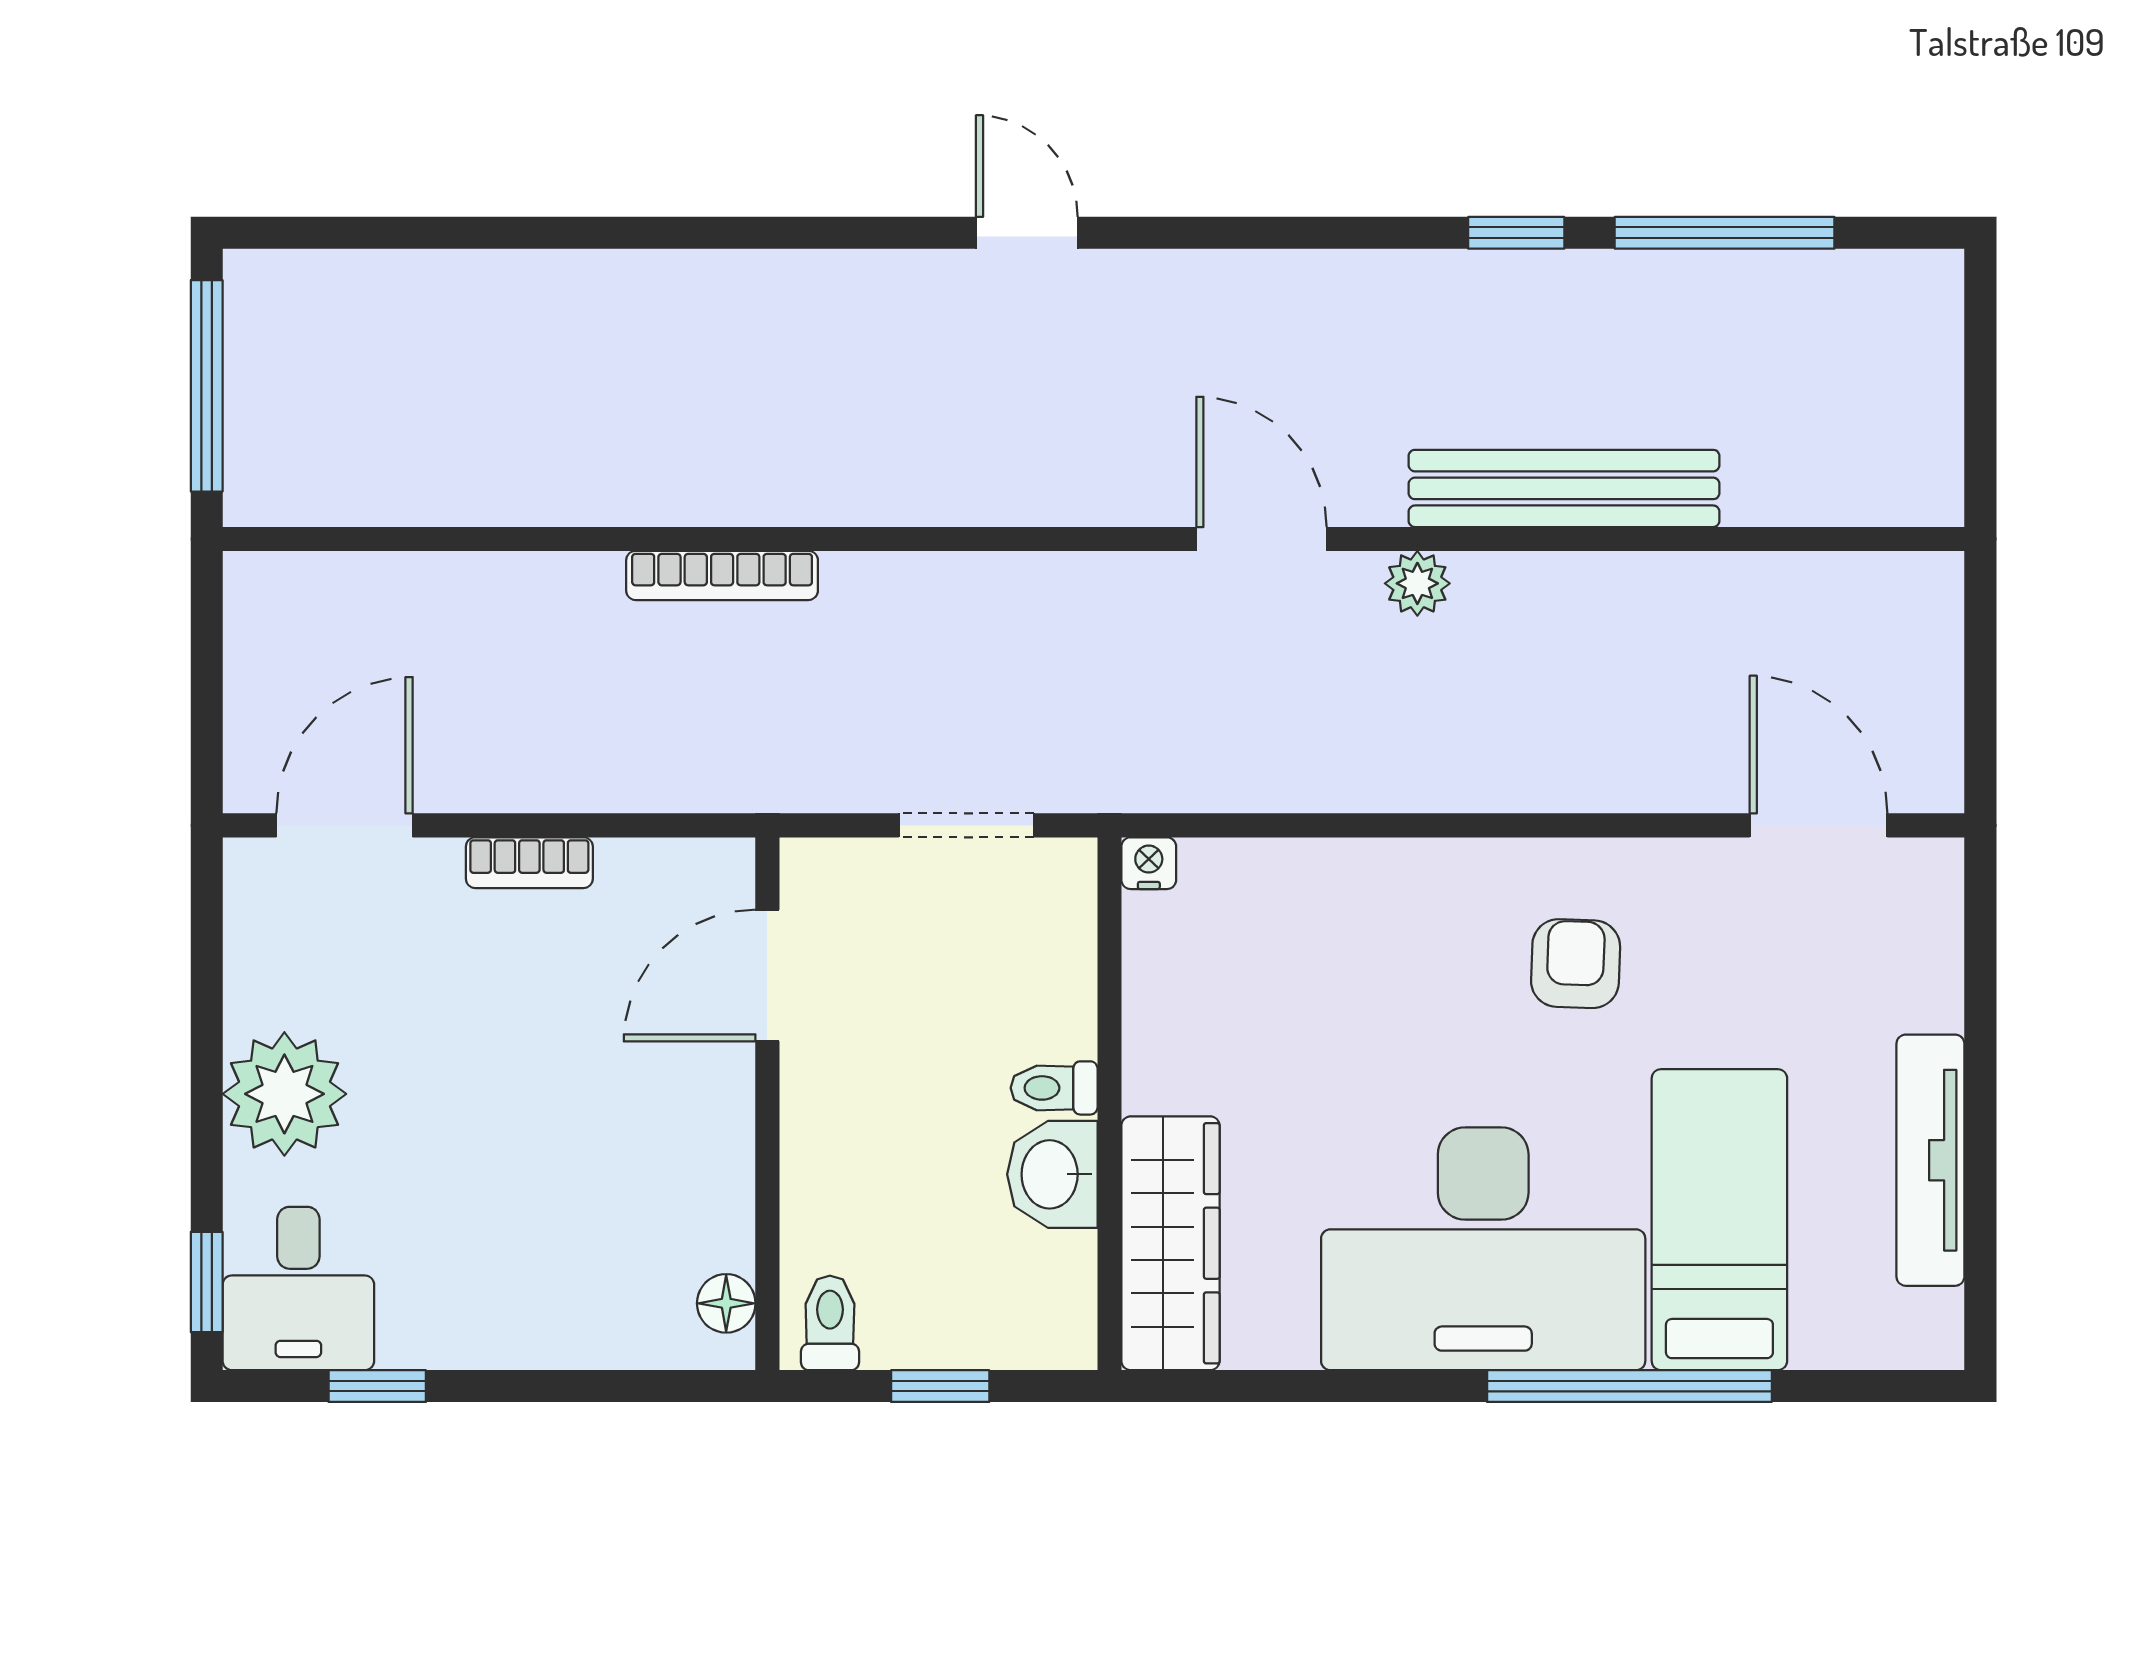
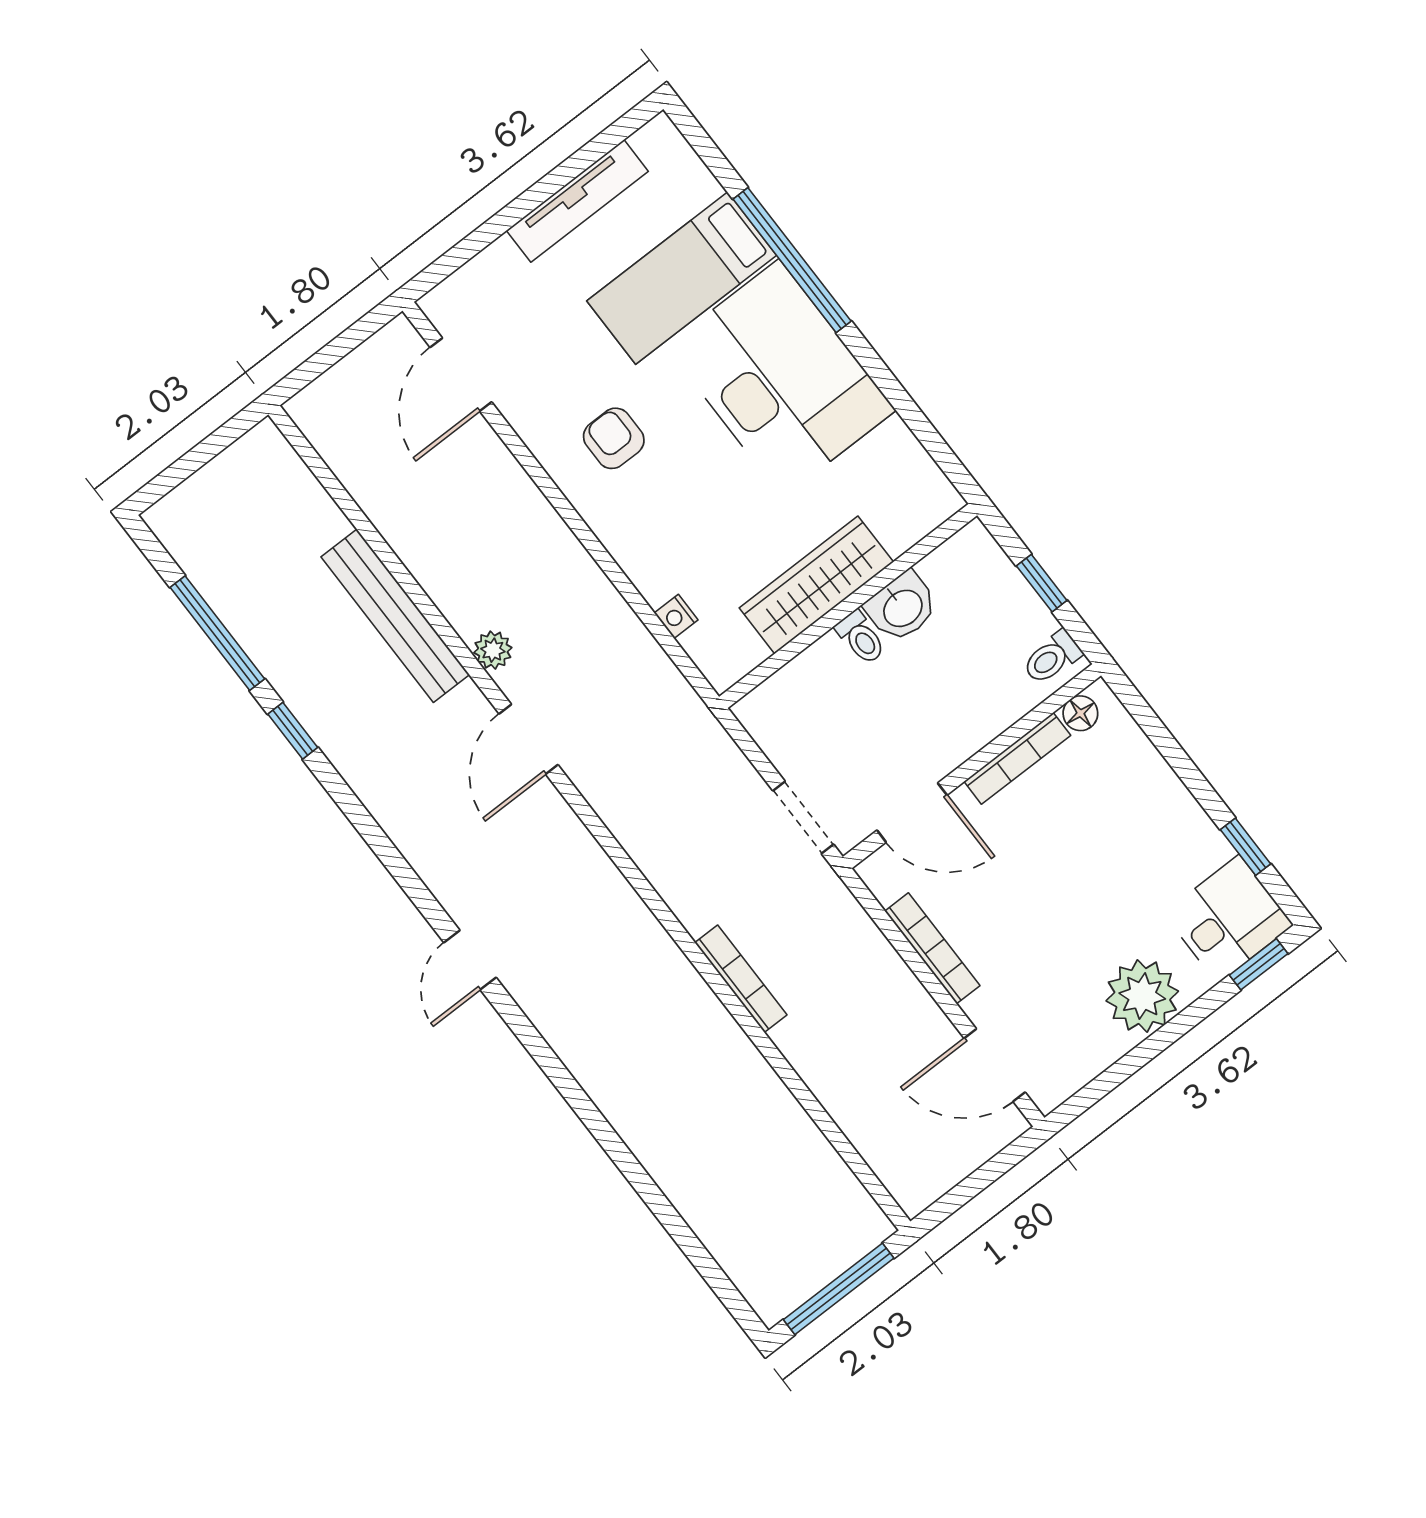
doorway: (966, 825) -> (803, 817), moved
bookcase: (529, 863) -> (932, 948), width x1.56
nightstand: (1149, 863) -> (676, 616), moved
armchair: (1576, 964) -> (614, 438), turned 88
bookcase: (731, 1172) -> (1017, 758), added
wardrobe: (1170, 1243) -> (816, 585), moved

